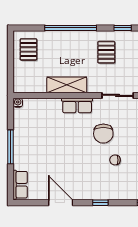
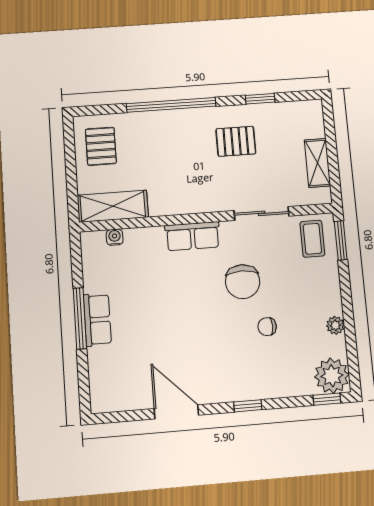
pallet: (106, 52) -> (236, 141), turned 90
shelving: (67, 85) -> (113, 206), moved
water cooler: (18, 103) -> (115, 237), moved
row of seats: (20, 185) -> (97, 320), moved

